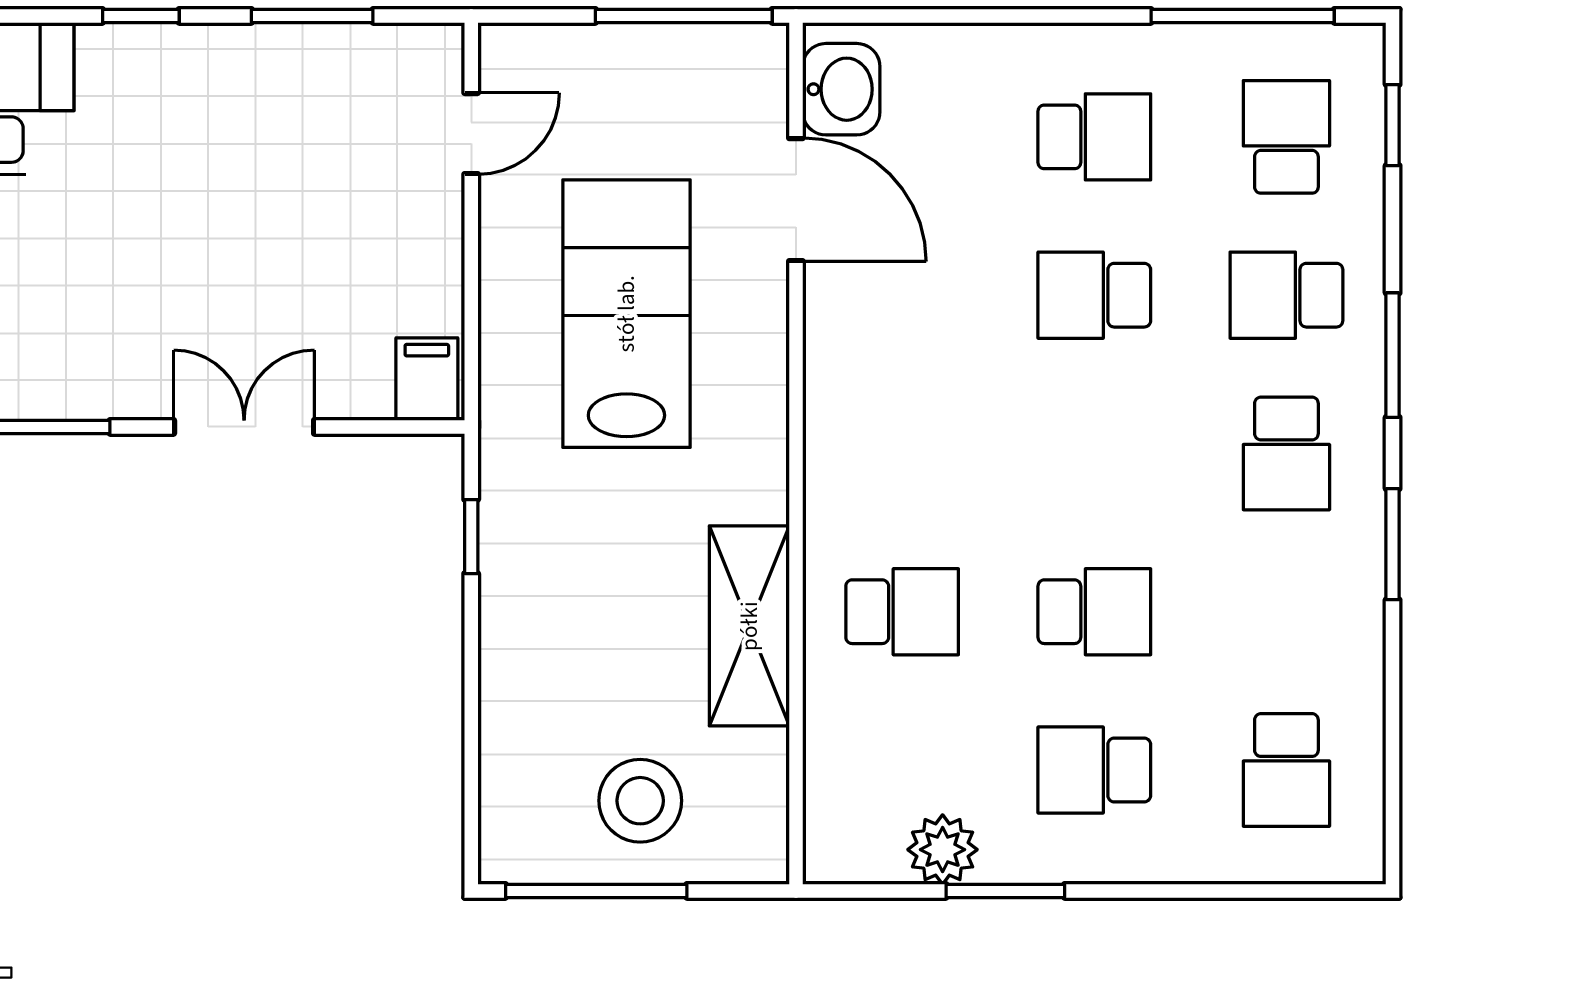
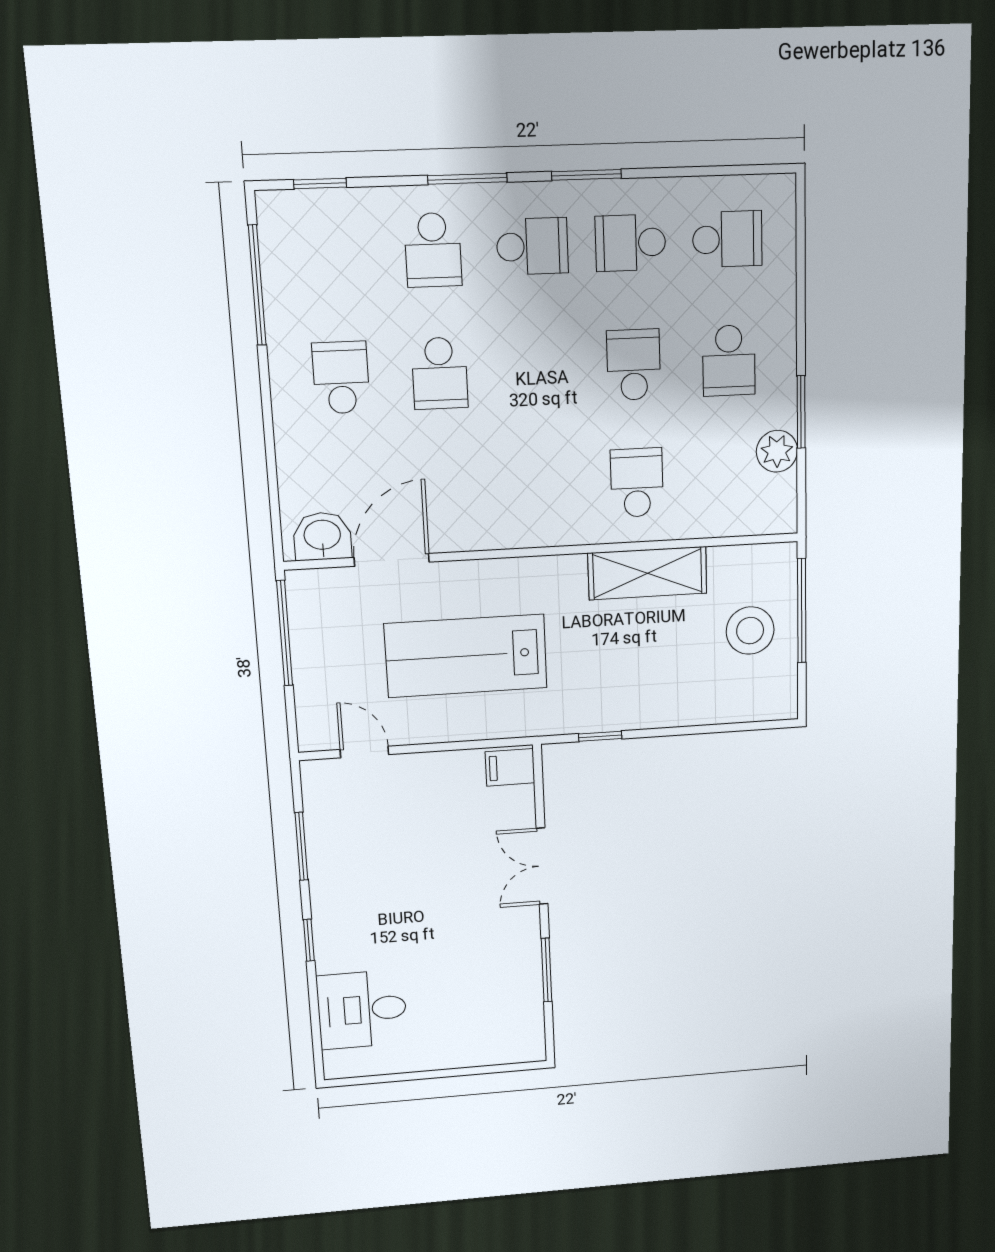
school desk: (1286, 137) -> (630, 243), moved
window: (596, 891) -> (802, 611), moved

